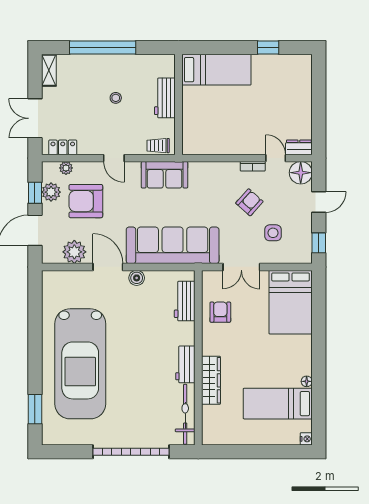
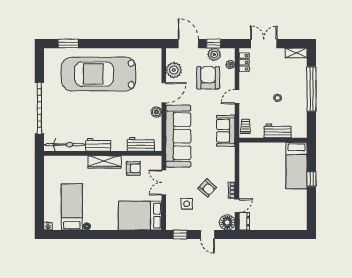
window: (268, 48) -> (311, 179), moved
wardrobe: (211, 380) -> (104, 162), moved

